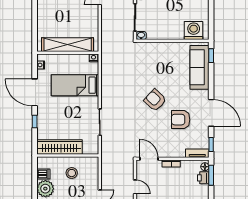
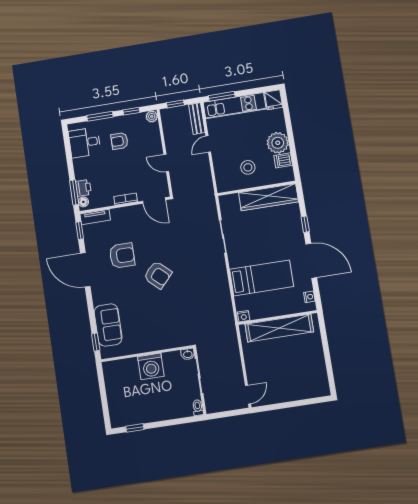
washing machine: (194, 30) -> (151, 366), moved
sofa: (200, 67) -> (108, 325), width x0.73

